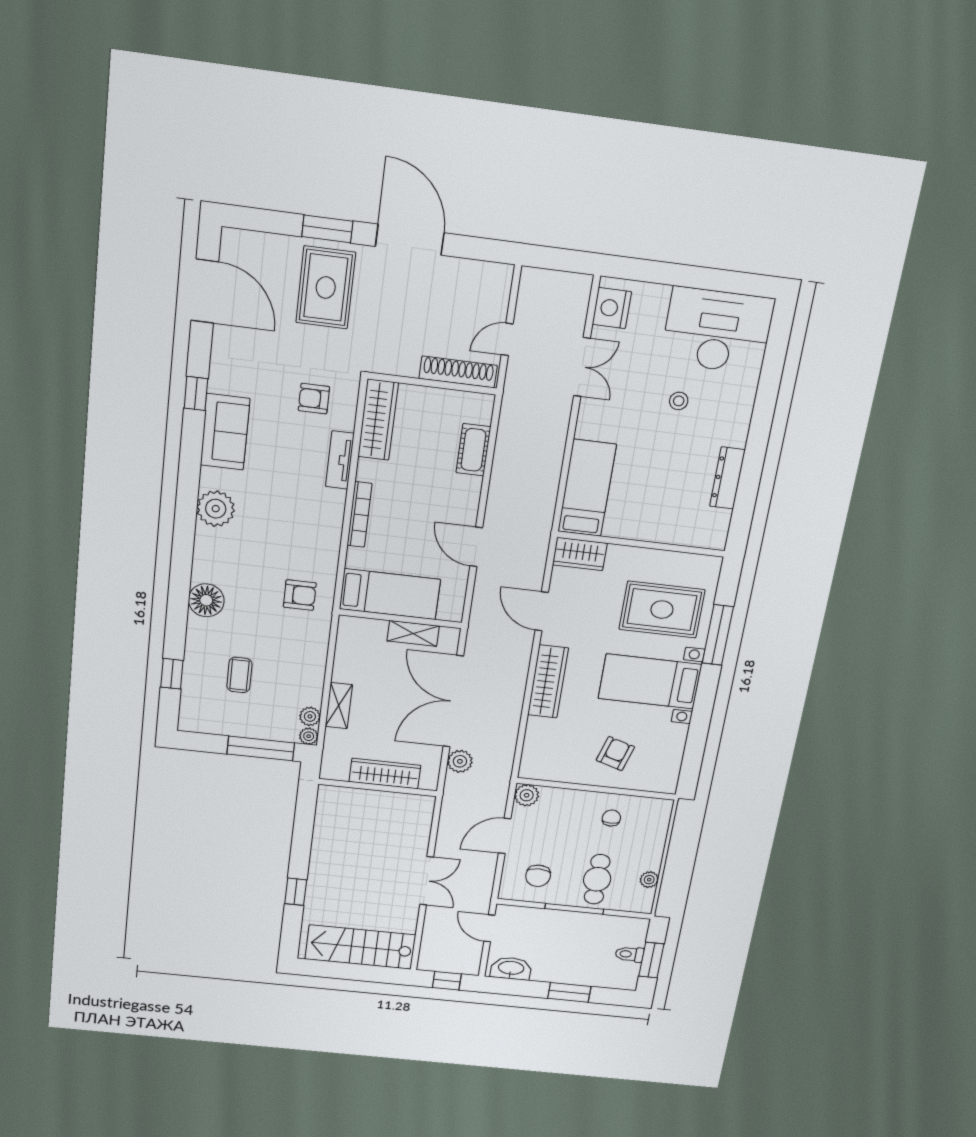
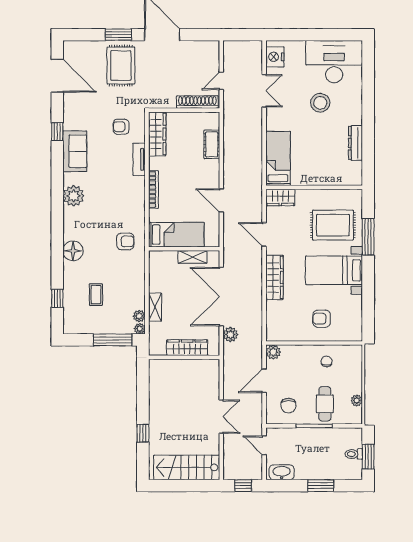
stool: (679, 401) -> (320, 103), width x1.89, depth x1.89
armchair: (615, 754) -> (322, 319), turned -107

